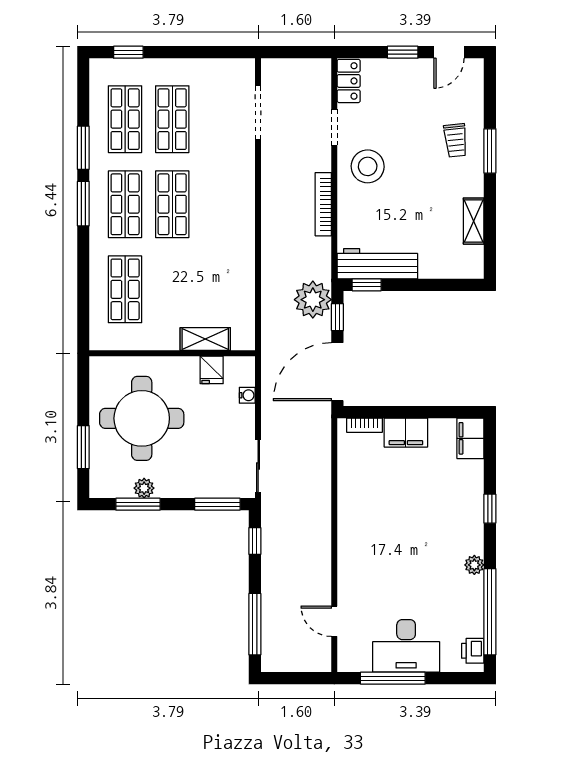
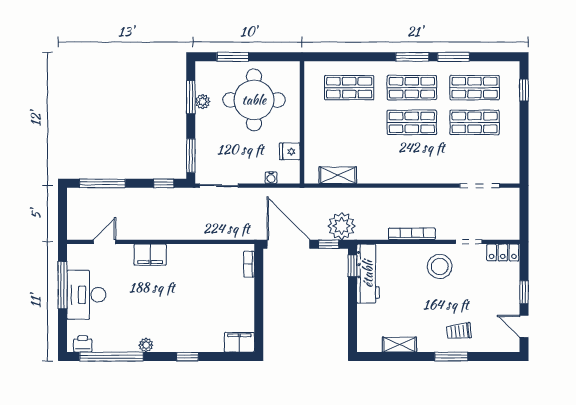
shelving: (205, 339) -> (338, 175), moved, turned 90
filing cabinet: (406, 433) -> (150, 255), moved, turned -90

